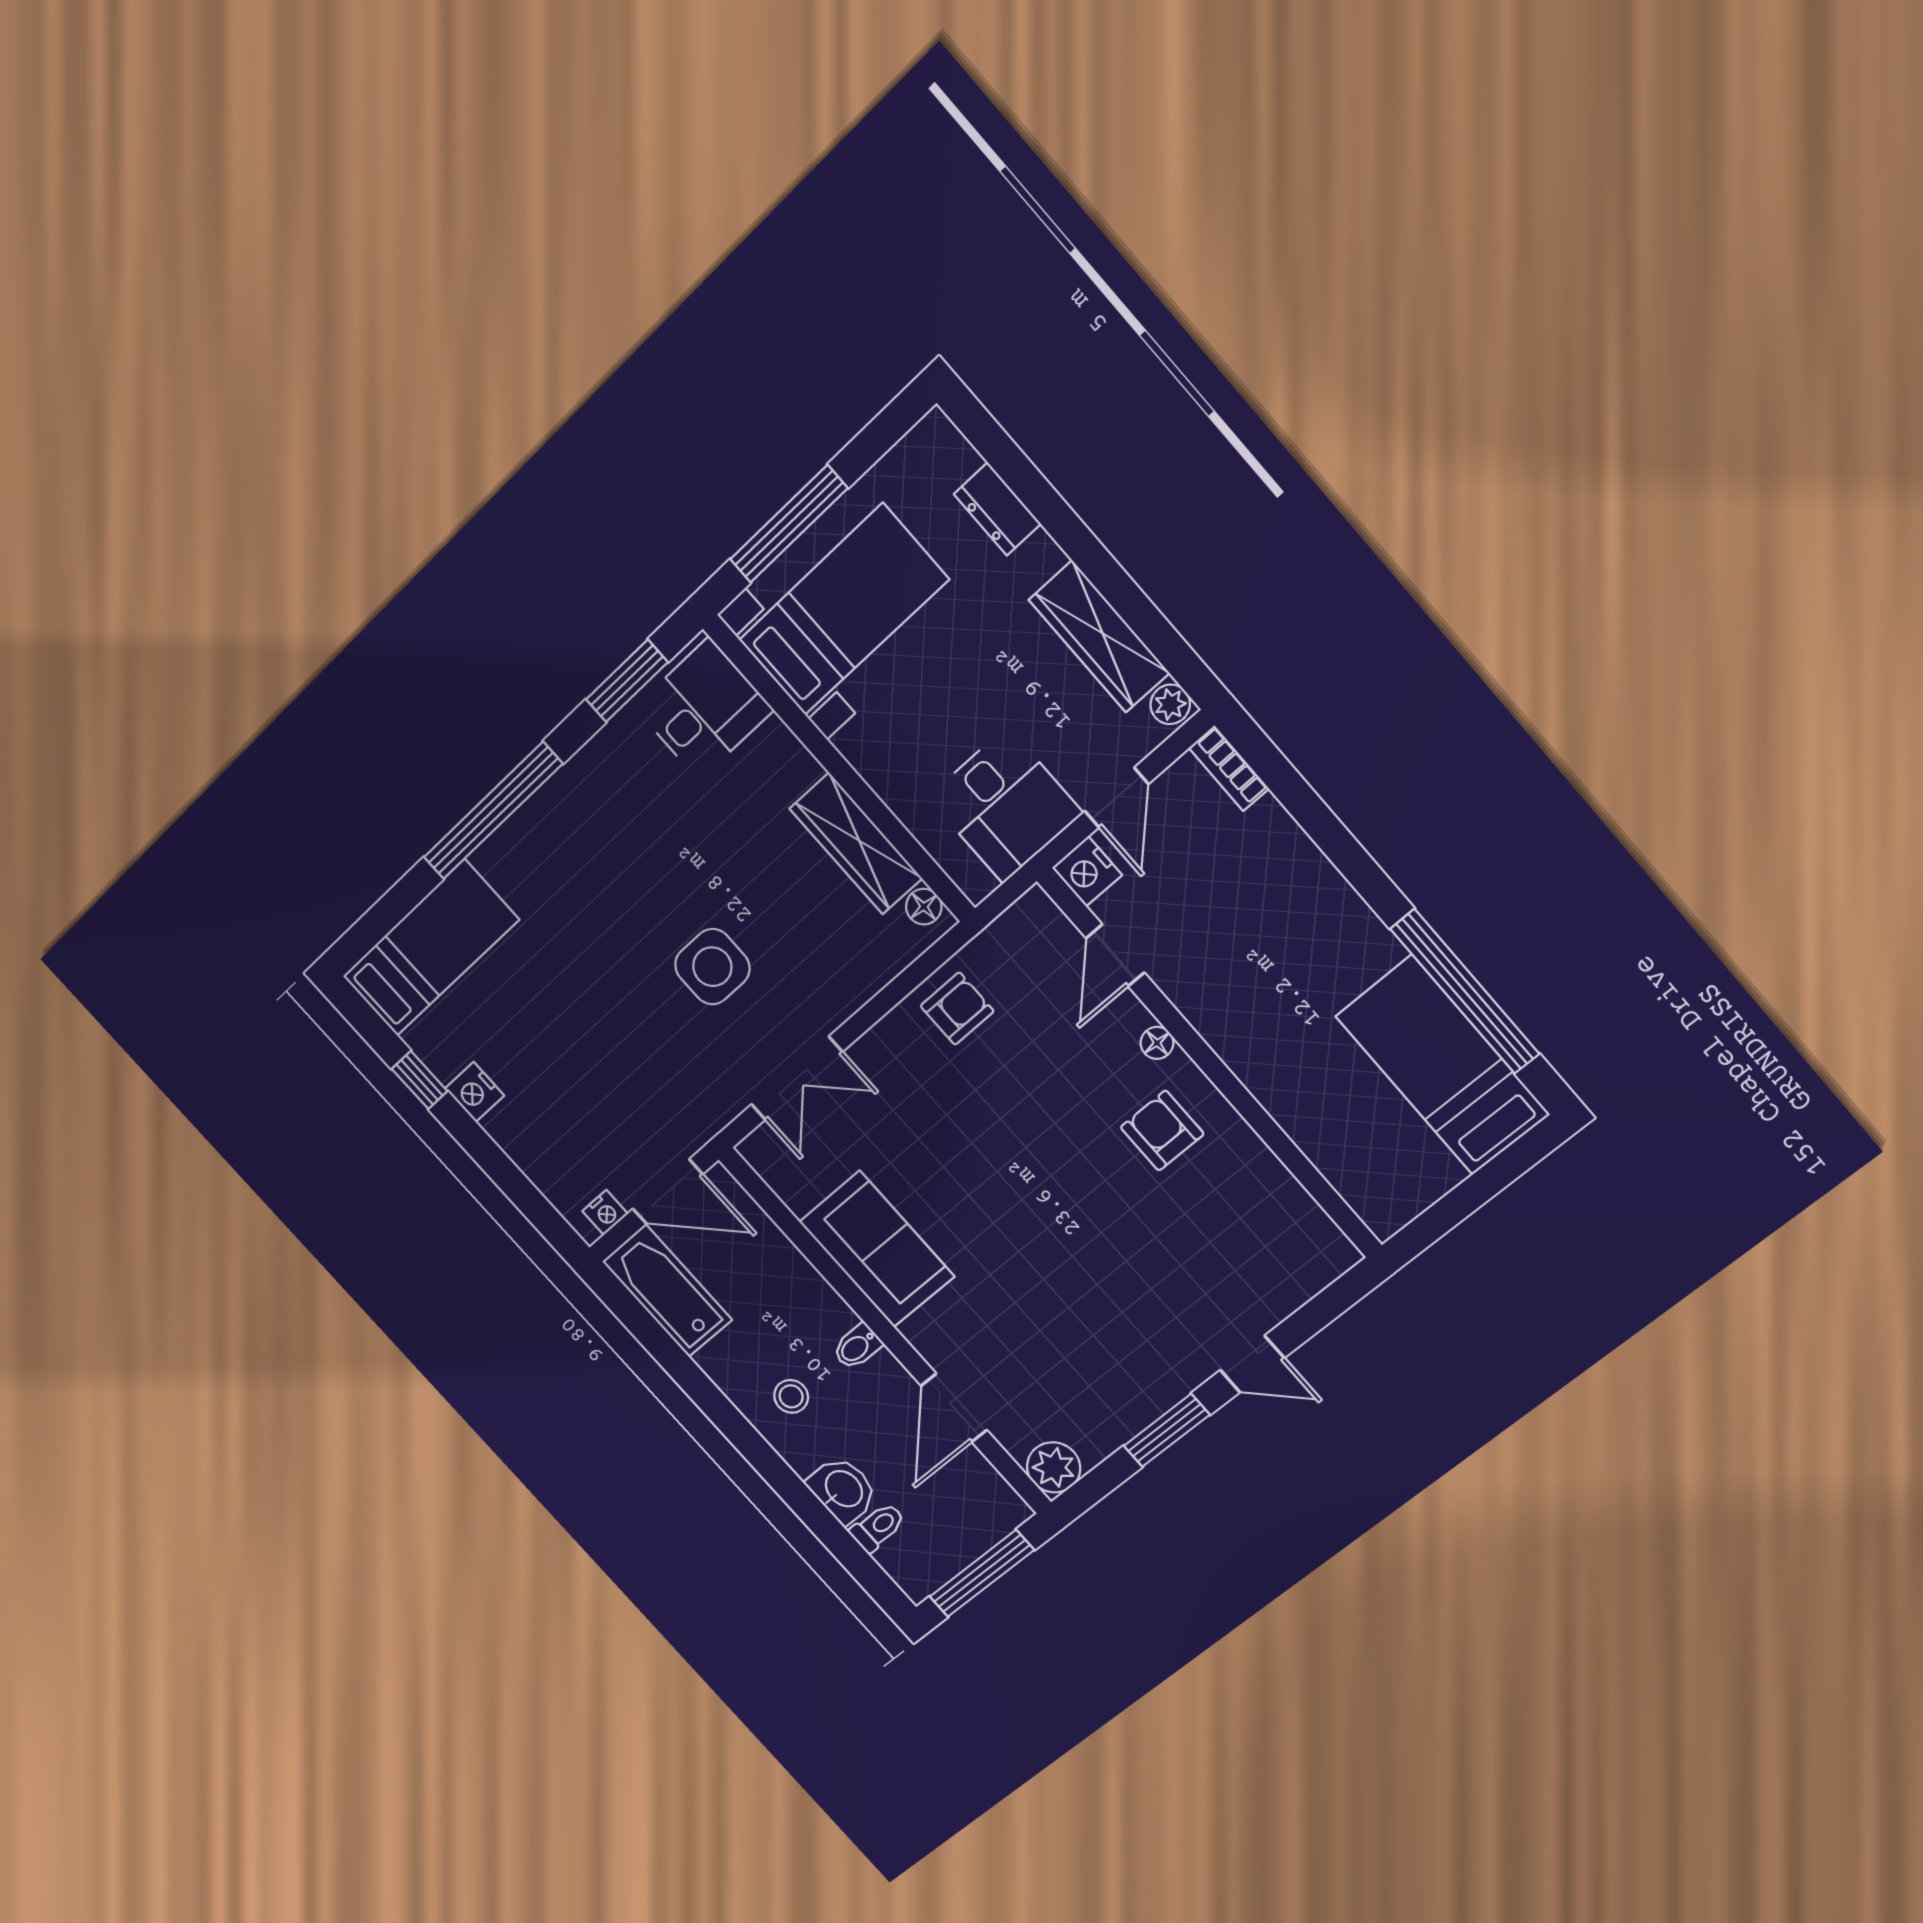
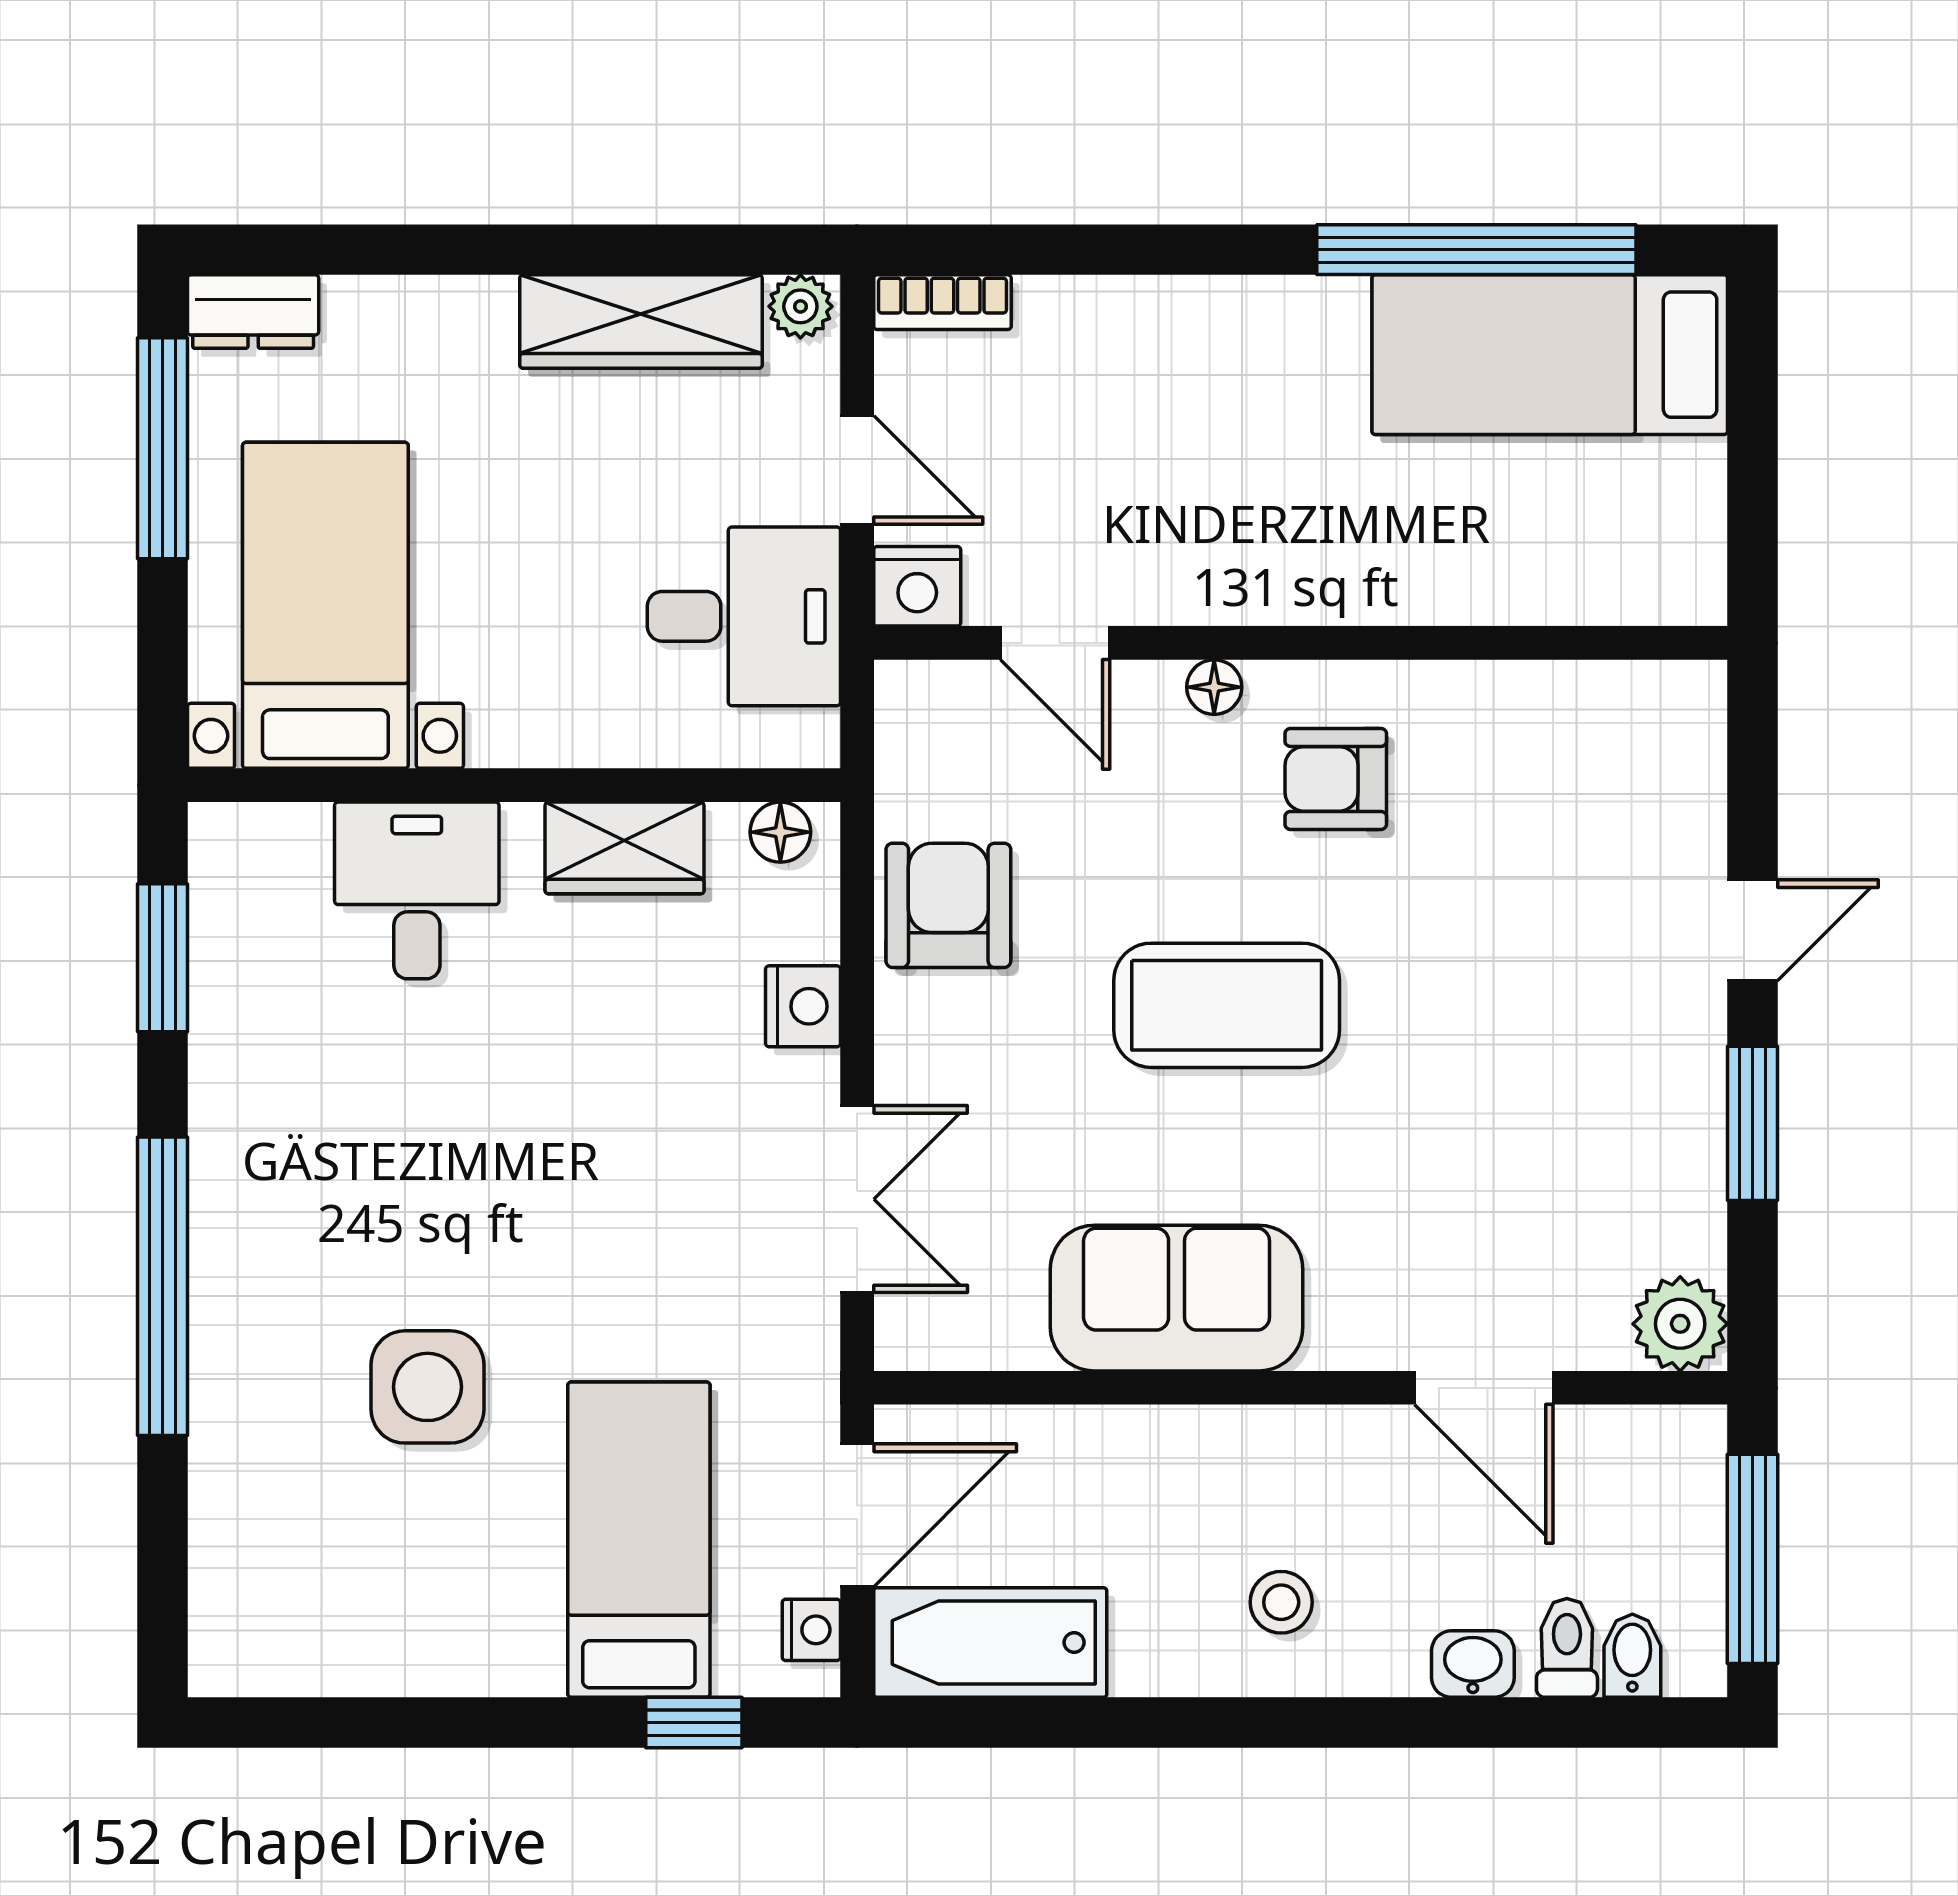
dresser: (997, 509) -> (253, 312), moved
window: (789, 524) -> (162, 448), moved
desk: (704, 709) -> (417, 890), moved
wardrobe: (856, 844) -> (625, 848), width x0.67
bed: (430, 948) -> (639, 1540), moved
side table: (712, 967) -> (427, 1387), moved
armchair: (957, 1009) -> (948, 905), width x1.38, depth x1.38
window: (420, 1080) -> (694, 1722), moved
nightstand: (475, 1092) -> (803, 1006), moved, turned -90
coffee table: (1020, 1166) -> (1227, 1005), added
bidet: (857, 1347) -> (1632, 1656), moved, turned 180
washbasin: (843, 1490) -> (1473, 1664), width x0.72, depth x0.69

